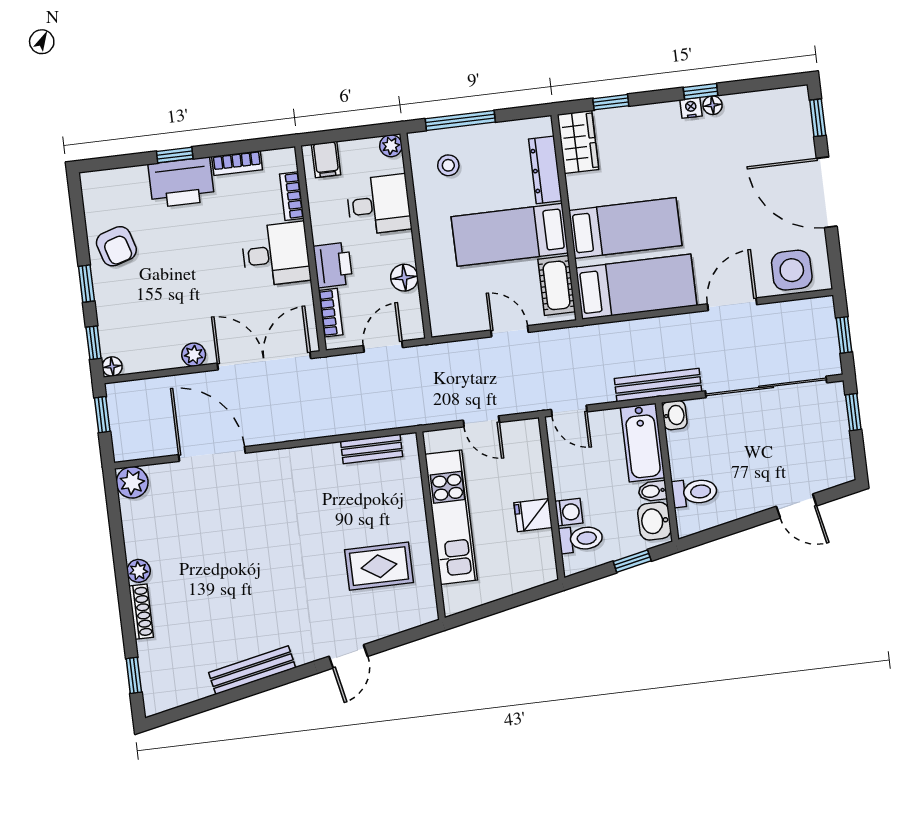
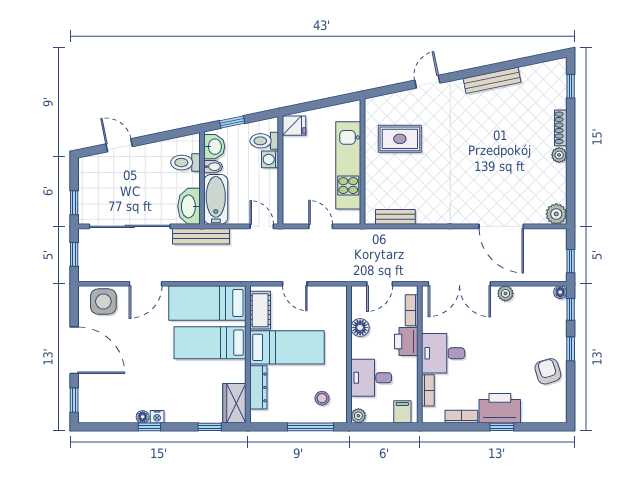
washbasin: (675, 415) -> (189, 206), width x1.91, depth x1.45
fridge: (533, 515) -> (294, 126), moved

